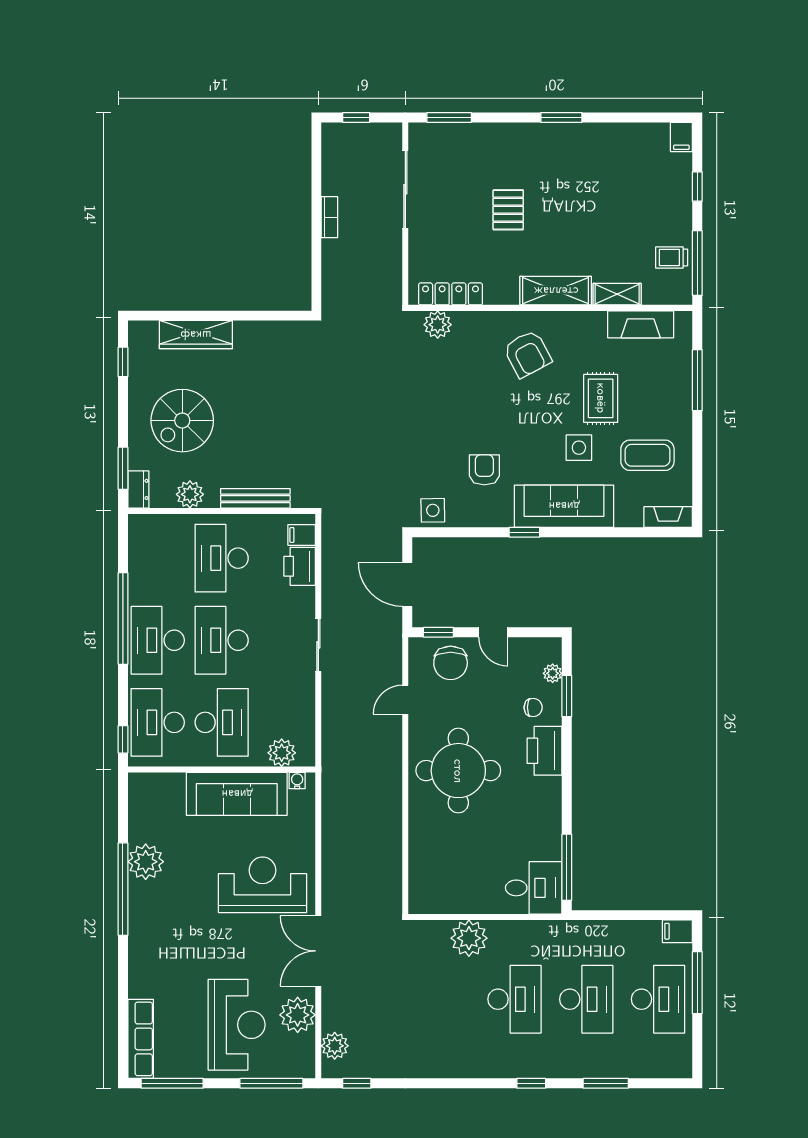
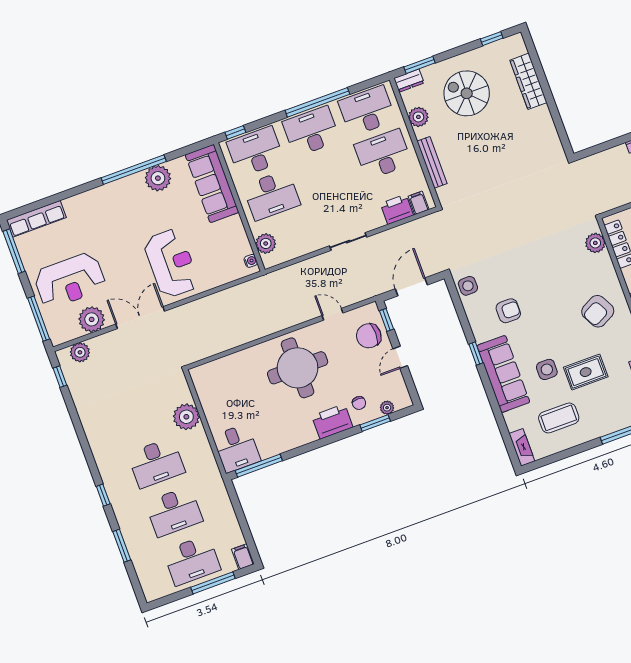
coffee table: (647, 455) -> (559, 418), turned 90
desk: (222, 640) -> (367, 111), moved
sofa: (237, 794) -> (212, 183), moved

